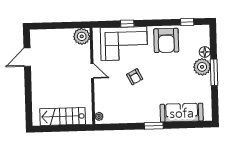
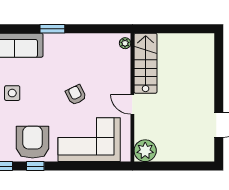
window: (127, 24) -> (35, 166), moved
side table: (182, 77) -> (12, 93), added
stairs: (63, 116) -> (146, 63), moved, turned -90

